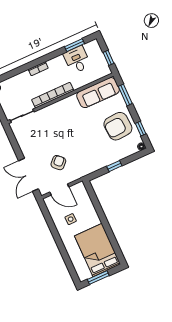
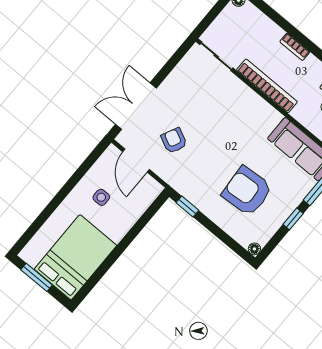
armchair: (118, 126) -> (247, 191), moved
window: (141, 129) -> (293, 219), moved
armchair: (58, 163) -> (174, 141), turned -108
window: (114, 166) -> (187, 206), moved

